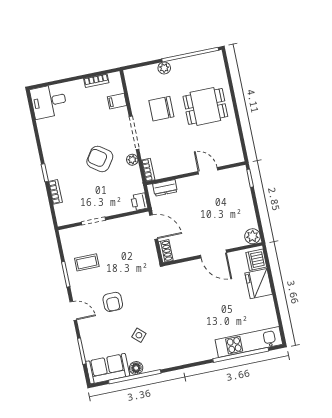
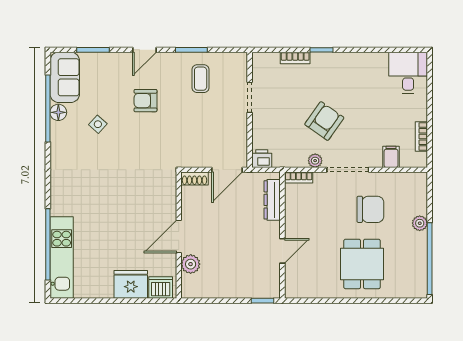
chair: (161, 109) -> (370, 209), turned 90
dresser: (165, 188) -> (272, 200), width x1.44
plant: (252, 236) -> (191, 264), moved

